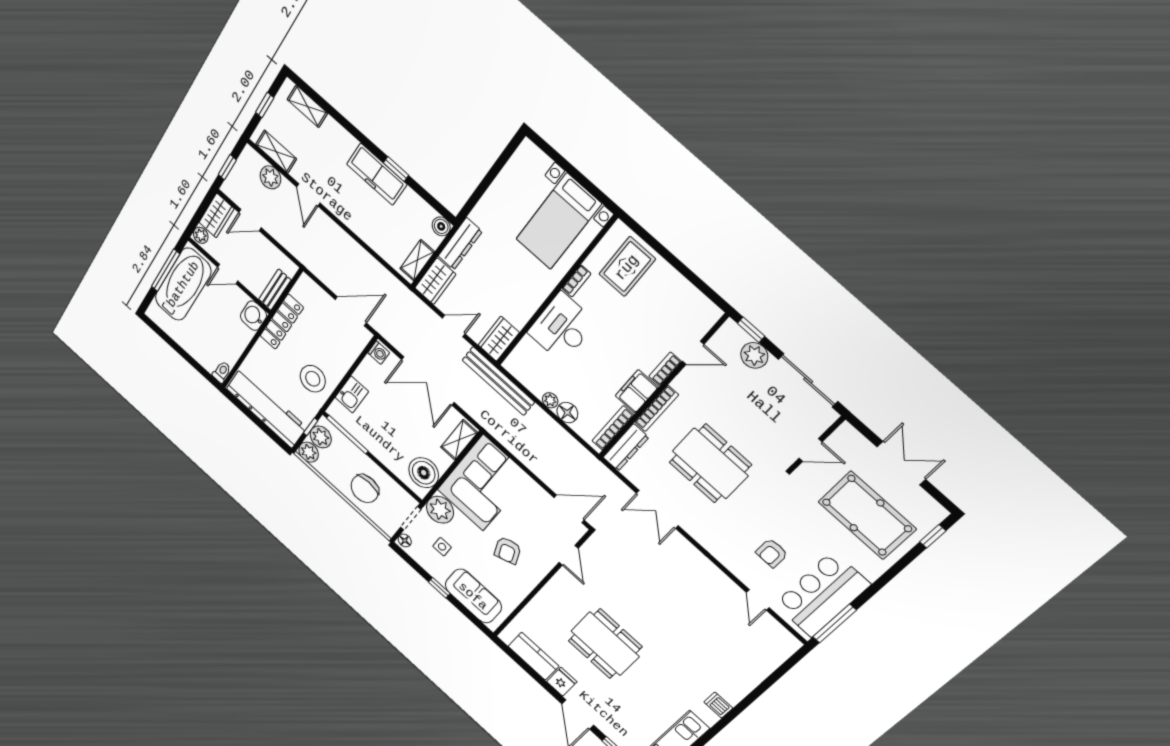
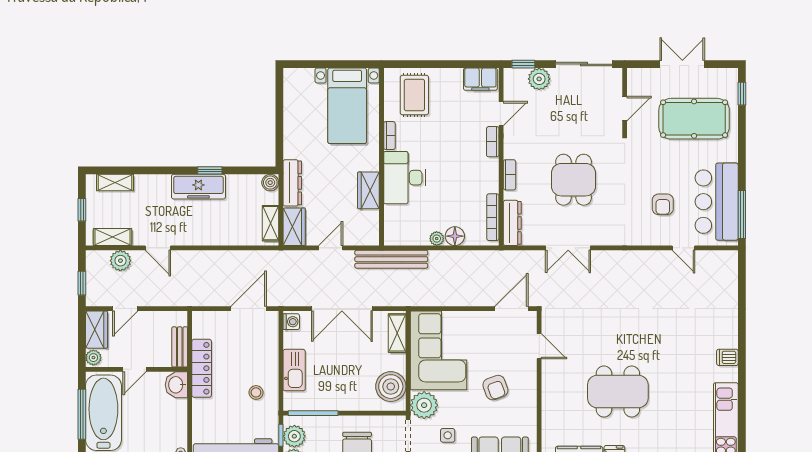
wardrobe: (499, 339) -> (368, 190), moved
stool: (313, 379) -> (256, 392), width x0.53, depth x0.53
filing cabinet: (637, 392) -> (480, 79), moved, turned -90
kitchen sink: (352, 394) -> (294, 370), width x1.38
bookcase: (657, 409) -> (509, 175), width x0.64
dining table: (710, 463) -> (574, 180), width x0.73

